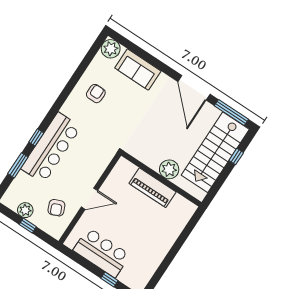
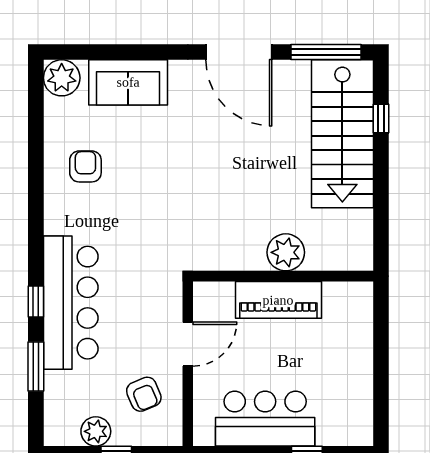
plant: (169, 169) -> (286, 252), moved
wall: (161, 179) -> (283, 276), moved
piano: (153, 188) -> (278, 300), moved

